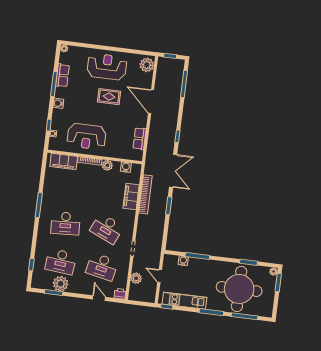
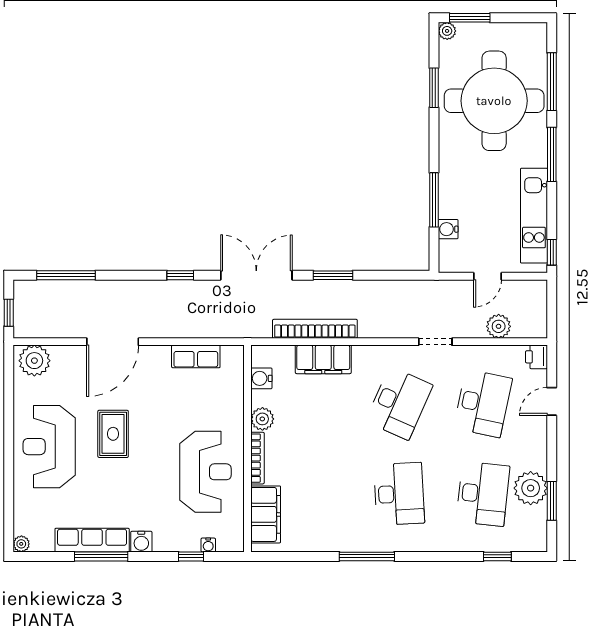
row of seats: (62, 75) -> (92, 540), width x1.48

